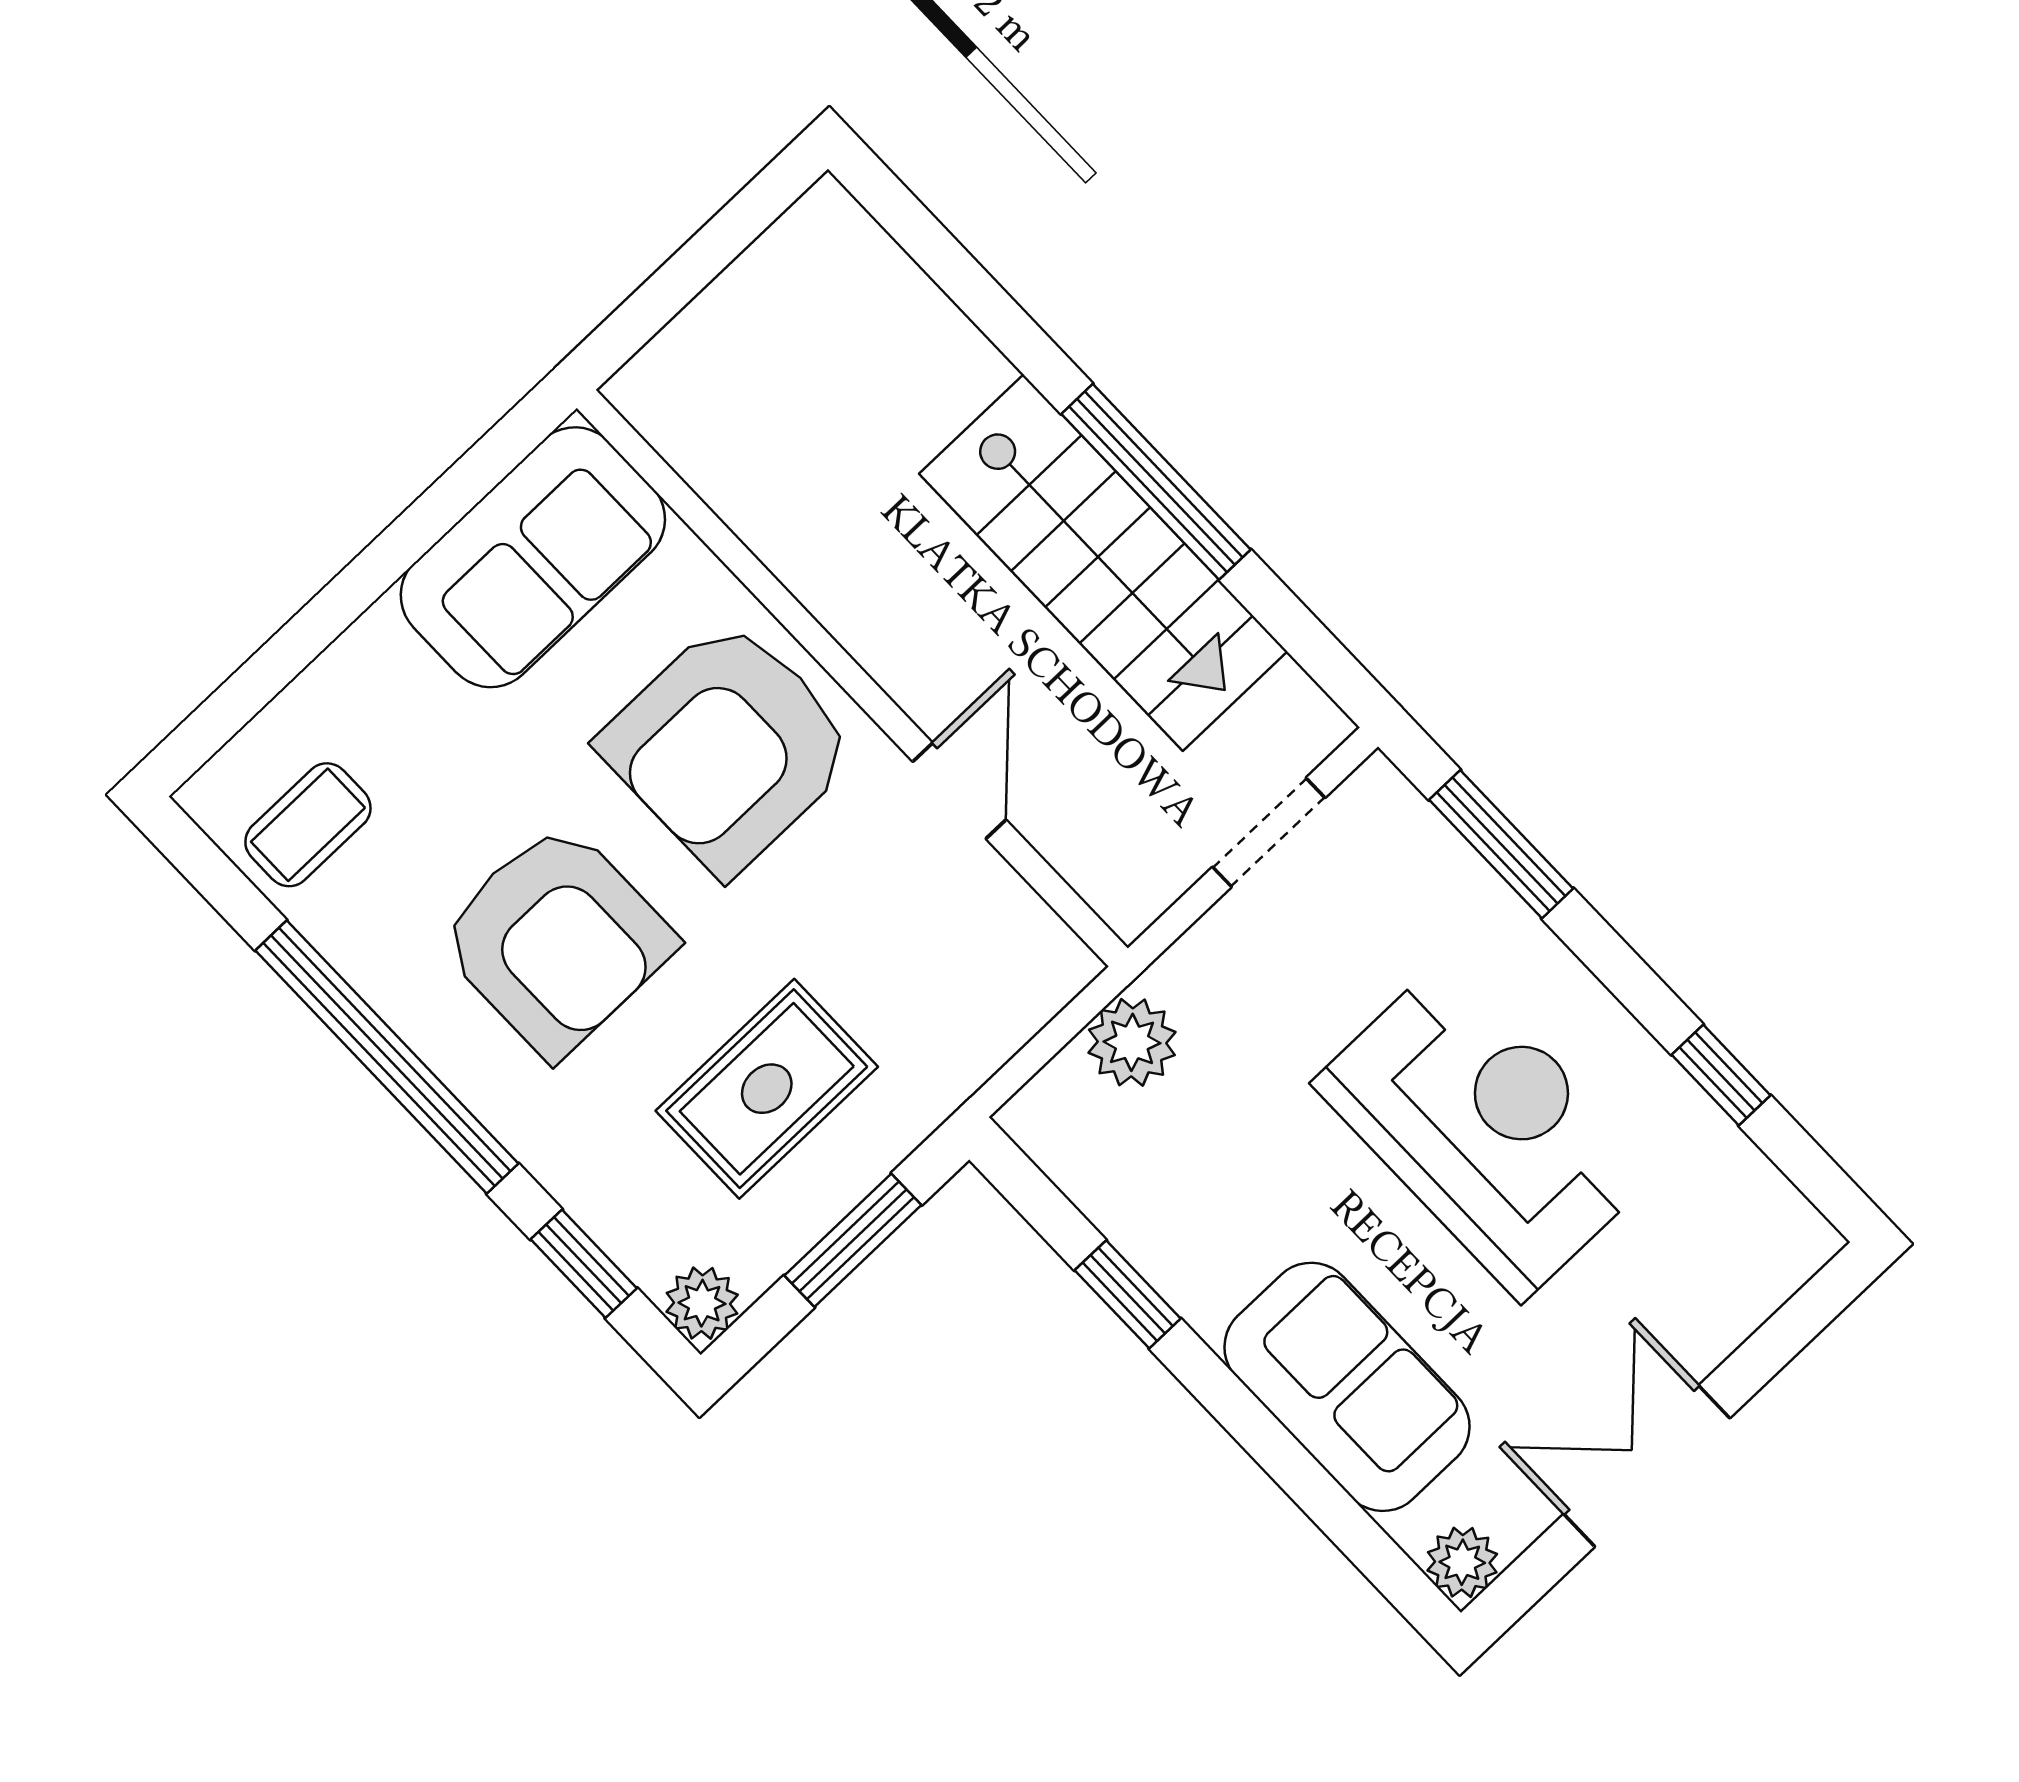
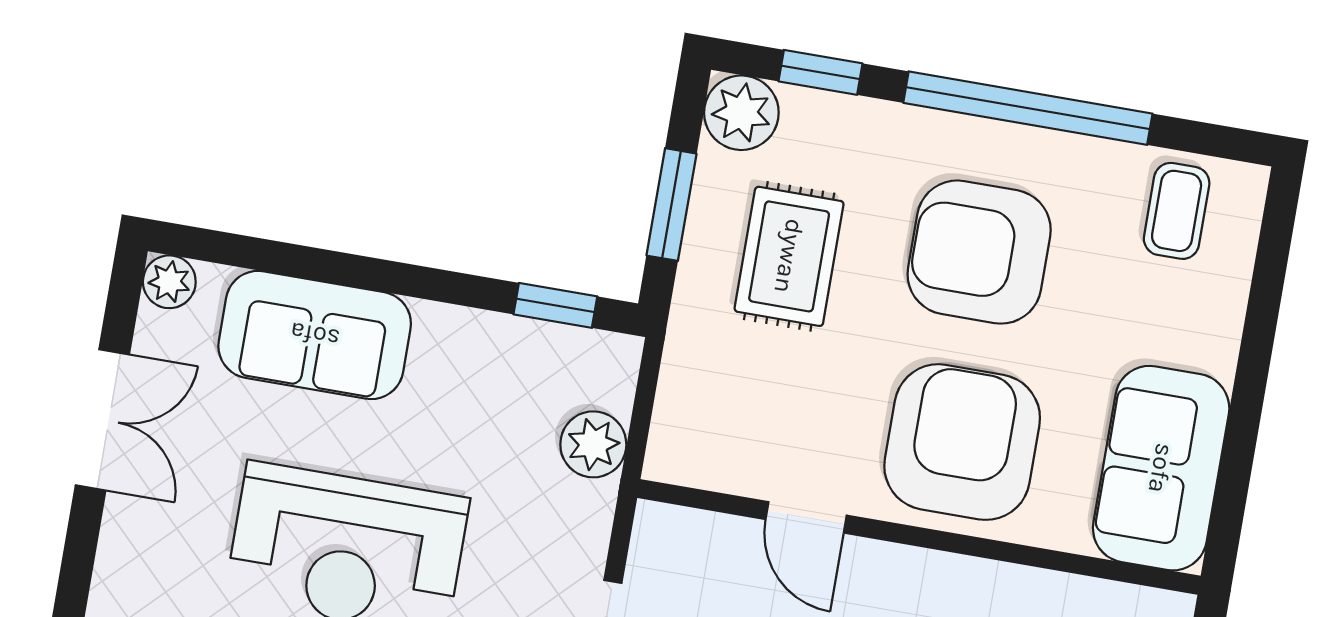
window: (1128, 1294) -> (555, 305), moved
plant: (702, 1303) -> (741, 113), width x1.38, depth x1.38

